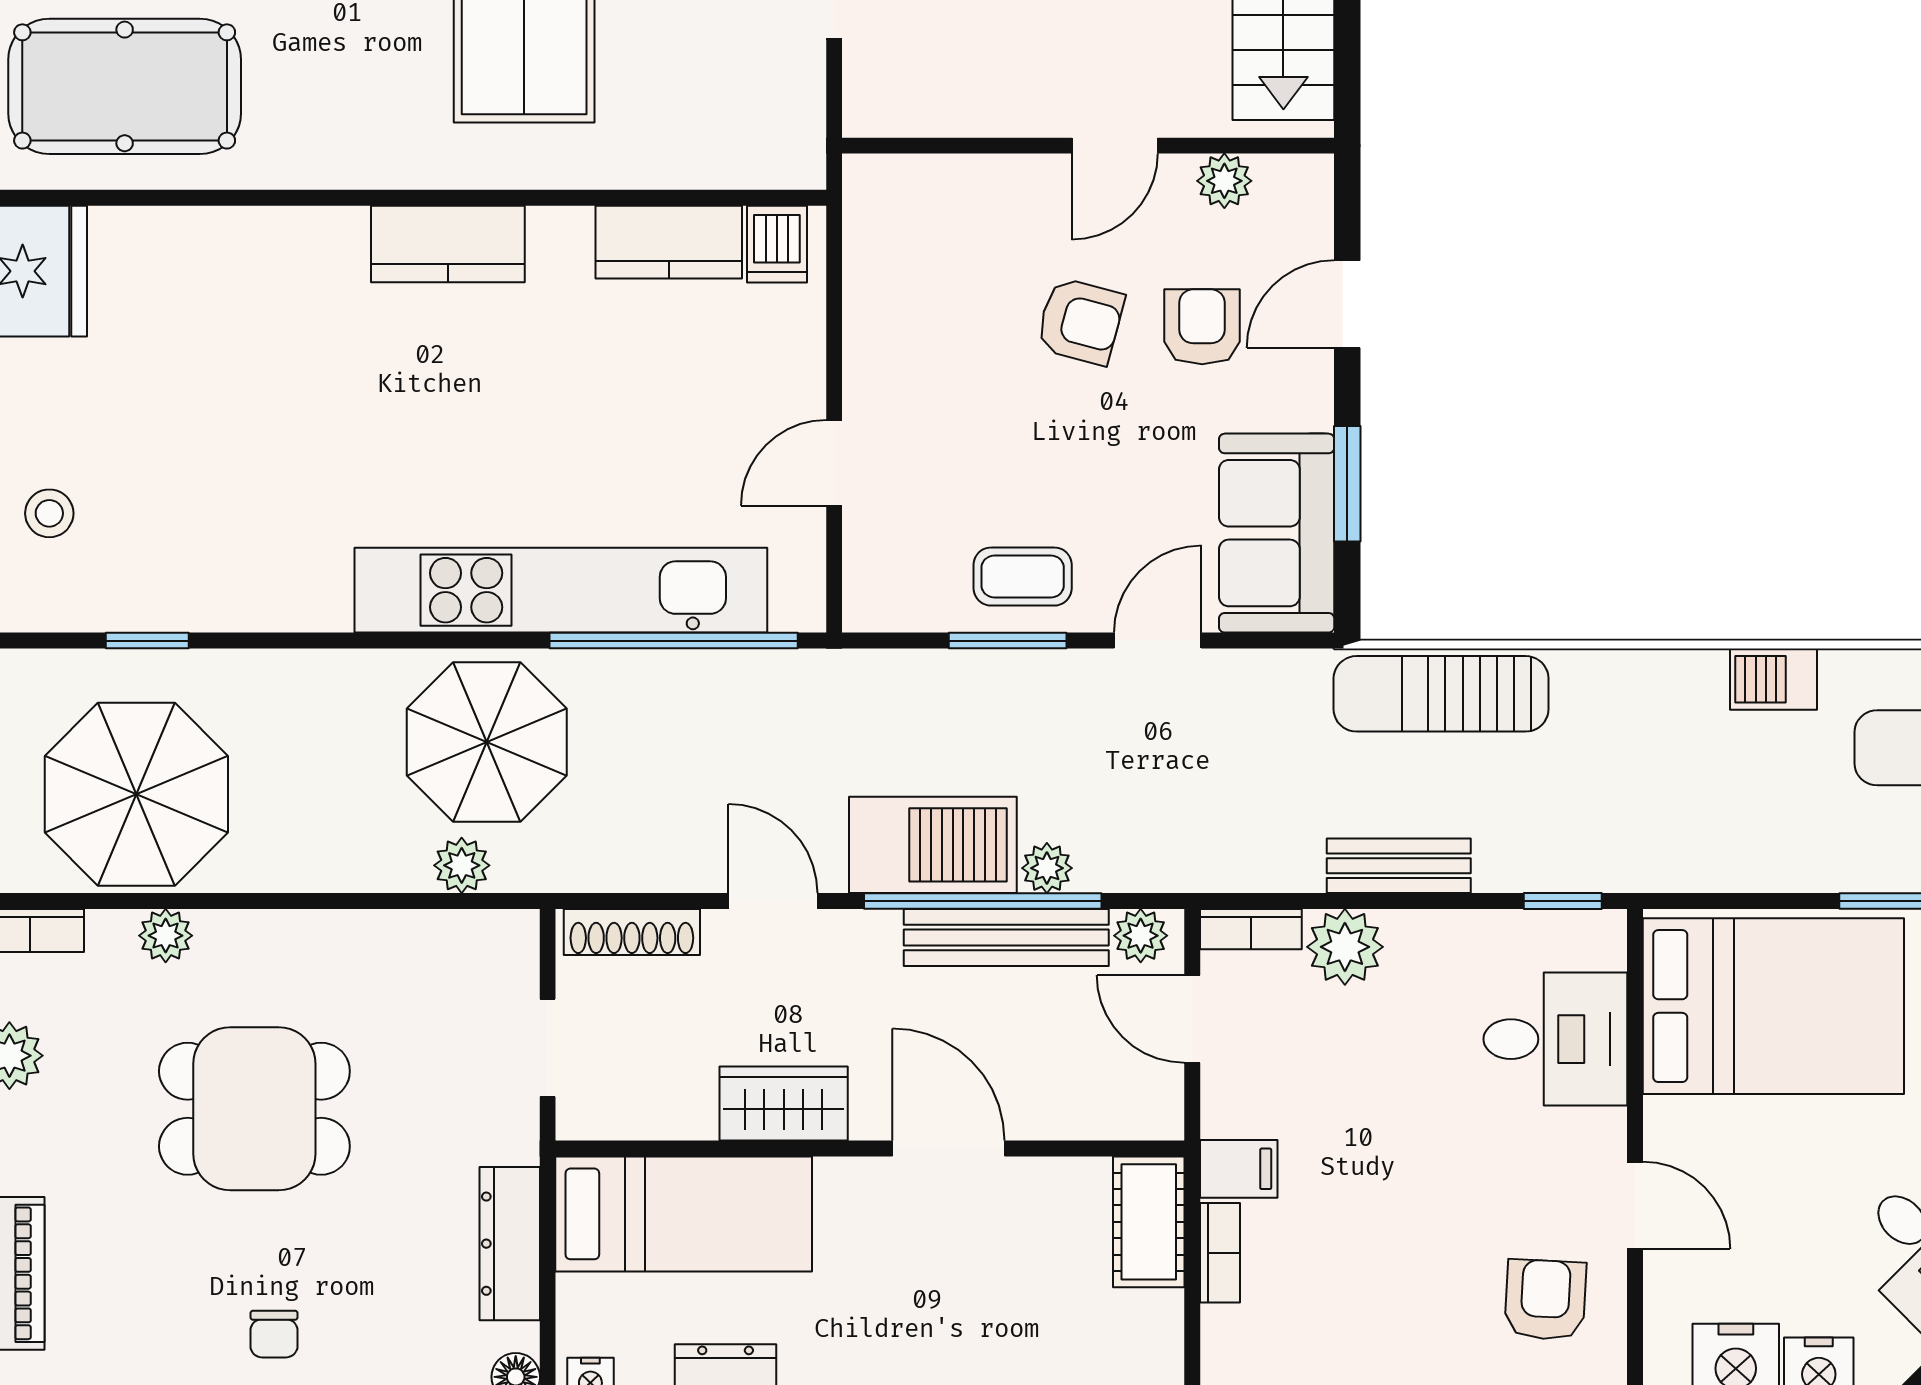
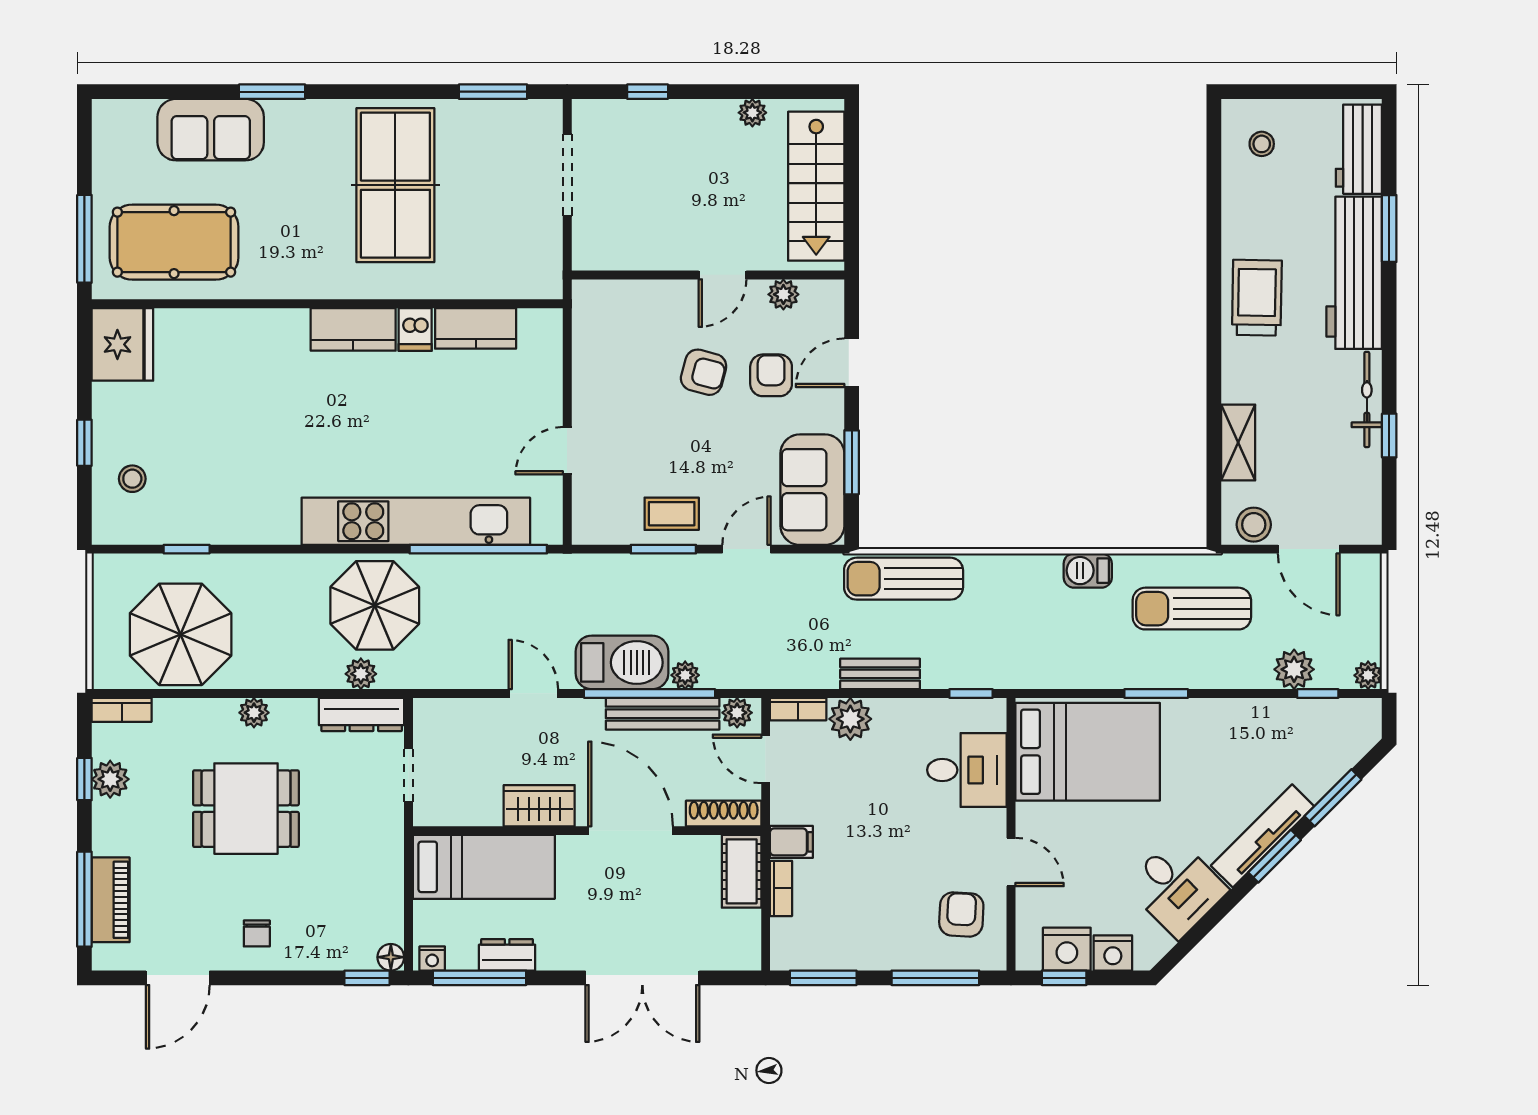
dishwasher: (777, 244) -> (415, 330), moved
shoe rack: (632, 932) -> (724, 813), moved, turned 180
plant: (166, 936) -> (254, 713), moved
door: (948, 1148) -> (631, 831), width x1.36
dresser: (510, 1244) -> (362, 714), moved, turned -90

